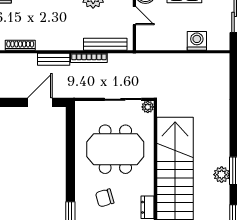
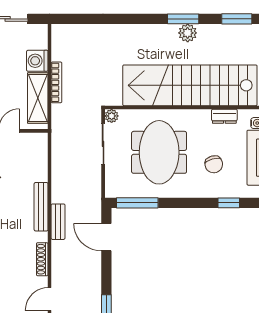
shelving: (164, 41) -> (38, 98), added
bench: (105, 44) -> (41, 207), moved
bookcase: (89, 58) -> (56, 82), moved
window: (70, 130) -> (137, 203), added

